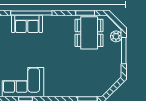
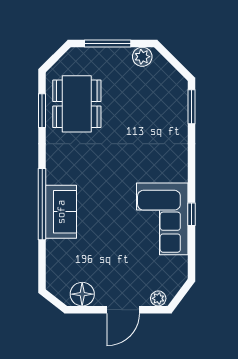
dining table: (89, 33) -> (77, 104), turned 90
plant: (116, 36) -> (142, 57), moved

